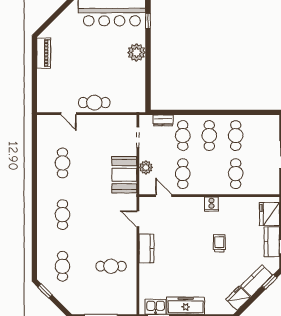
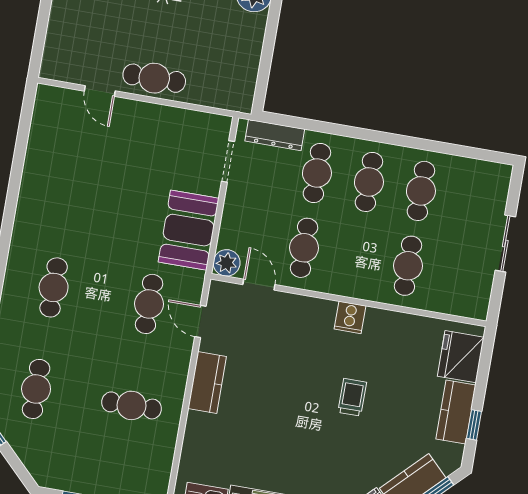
dresser: (163, 120) -> (275, 135), width x1.44
cafe table: (62, 163) -> (149, 304), moved
plant: (146, 167) -> (227, 263), moved

